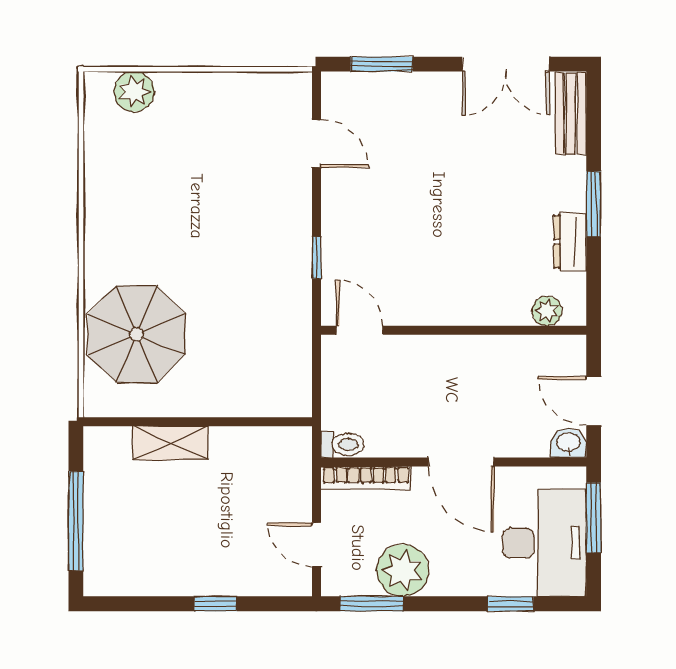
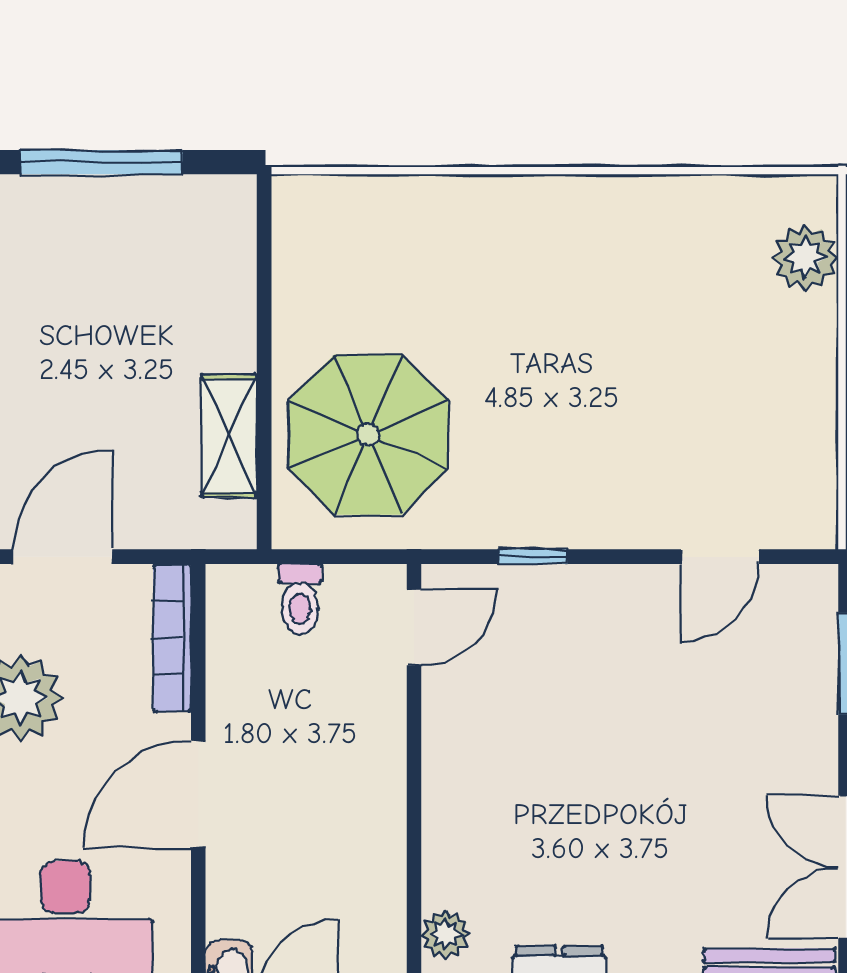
parasol: (137, 334) -> (368, 435), moved
shelving: (171, 443) -> (229, 436), moved
toilet: (342, 444) -> (300, 599), moved
door: (316, 545) -> (63, 557), width x1.38

